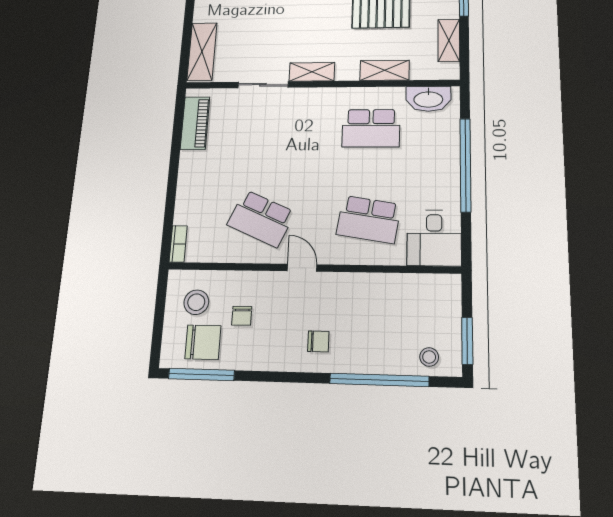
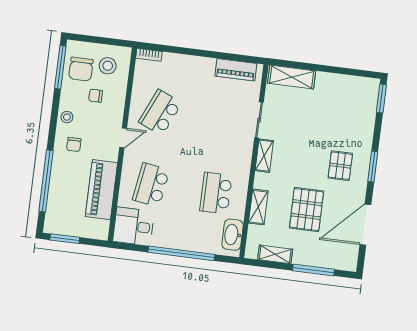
piano: (384, 292) -> (101, 190), added
stool: (429, 357) -> (67, 117), moved

